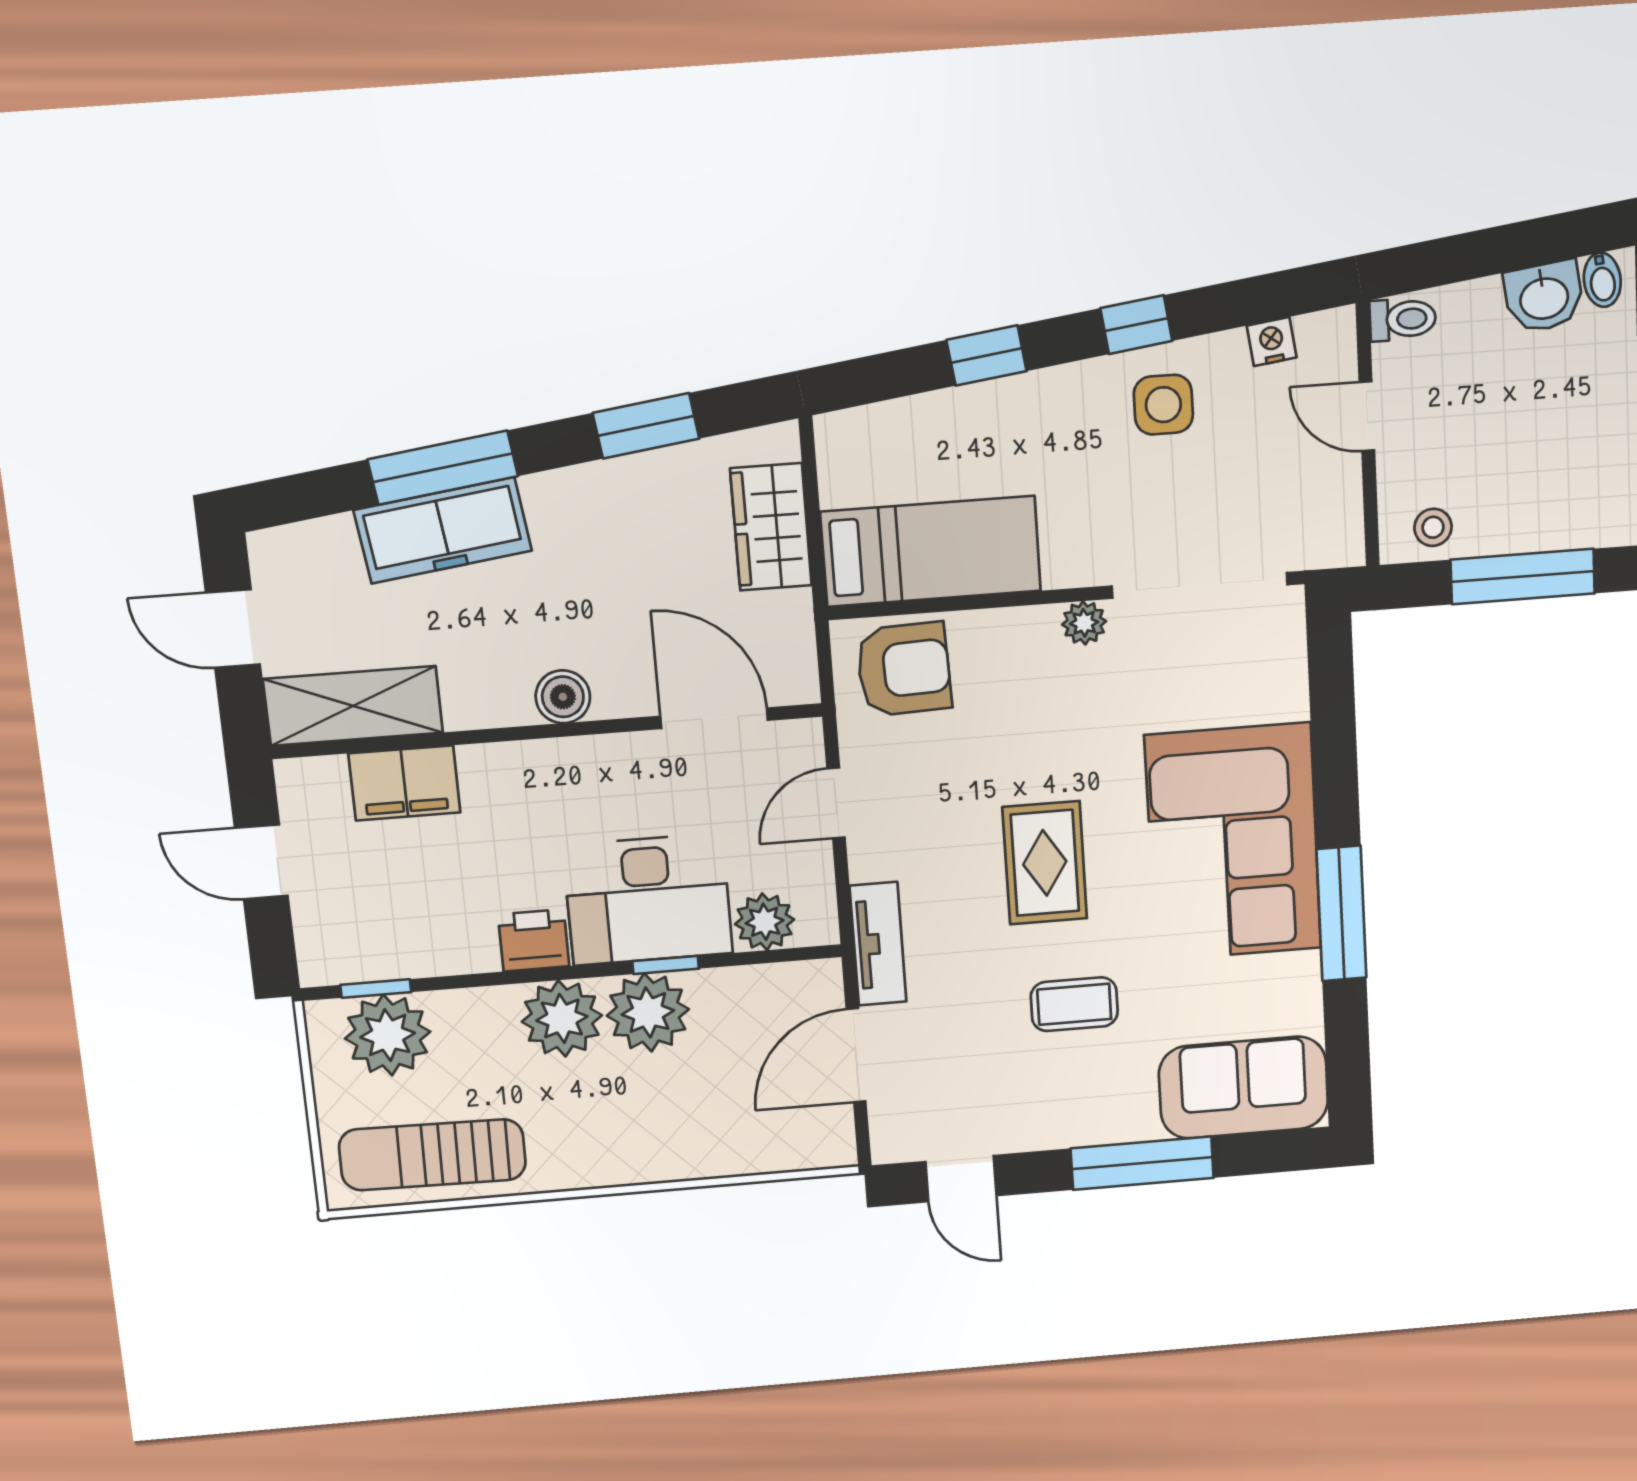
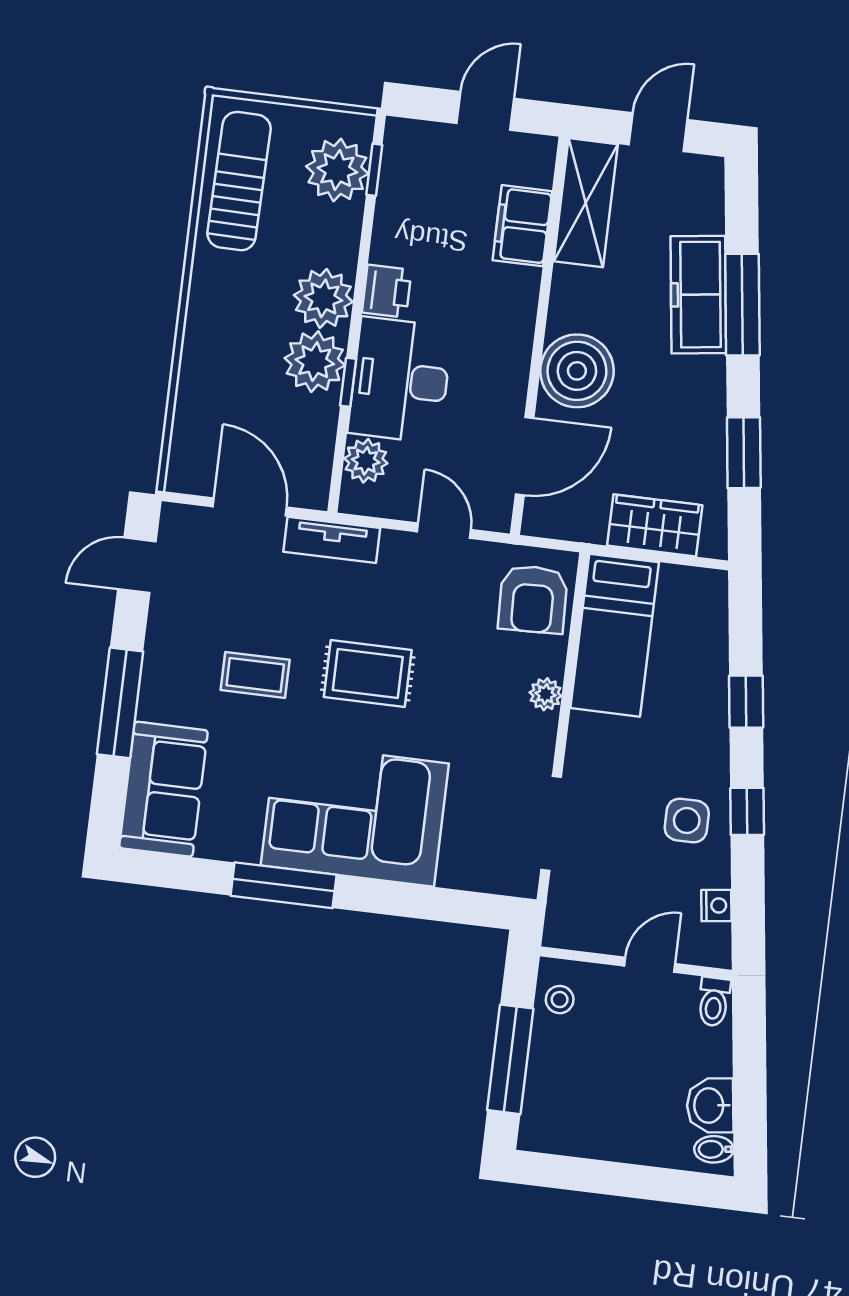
doorway: (1200, 585) -> (551, 823), width x0.73
plant: (1084, 623) -> (546, 694), moved
boiler: (563, 697) -> (577, 371), width x1.86, depth x1.86
coffee table: (1074, 1004) -> (255, 675), turned 90

